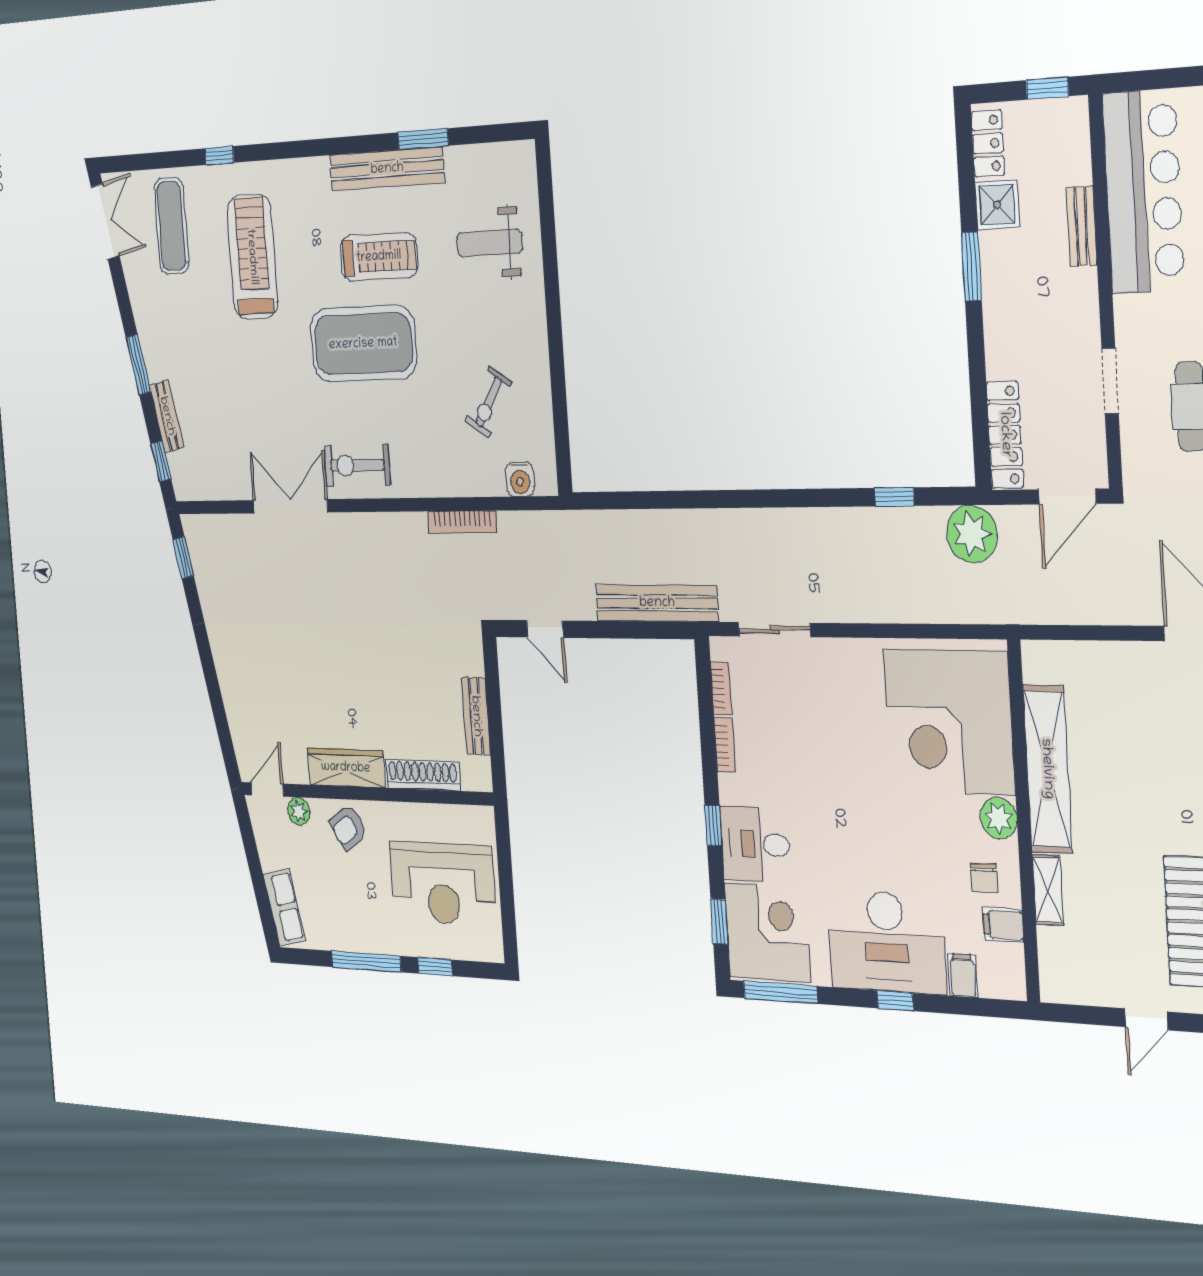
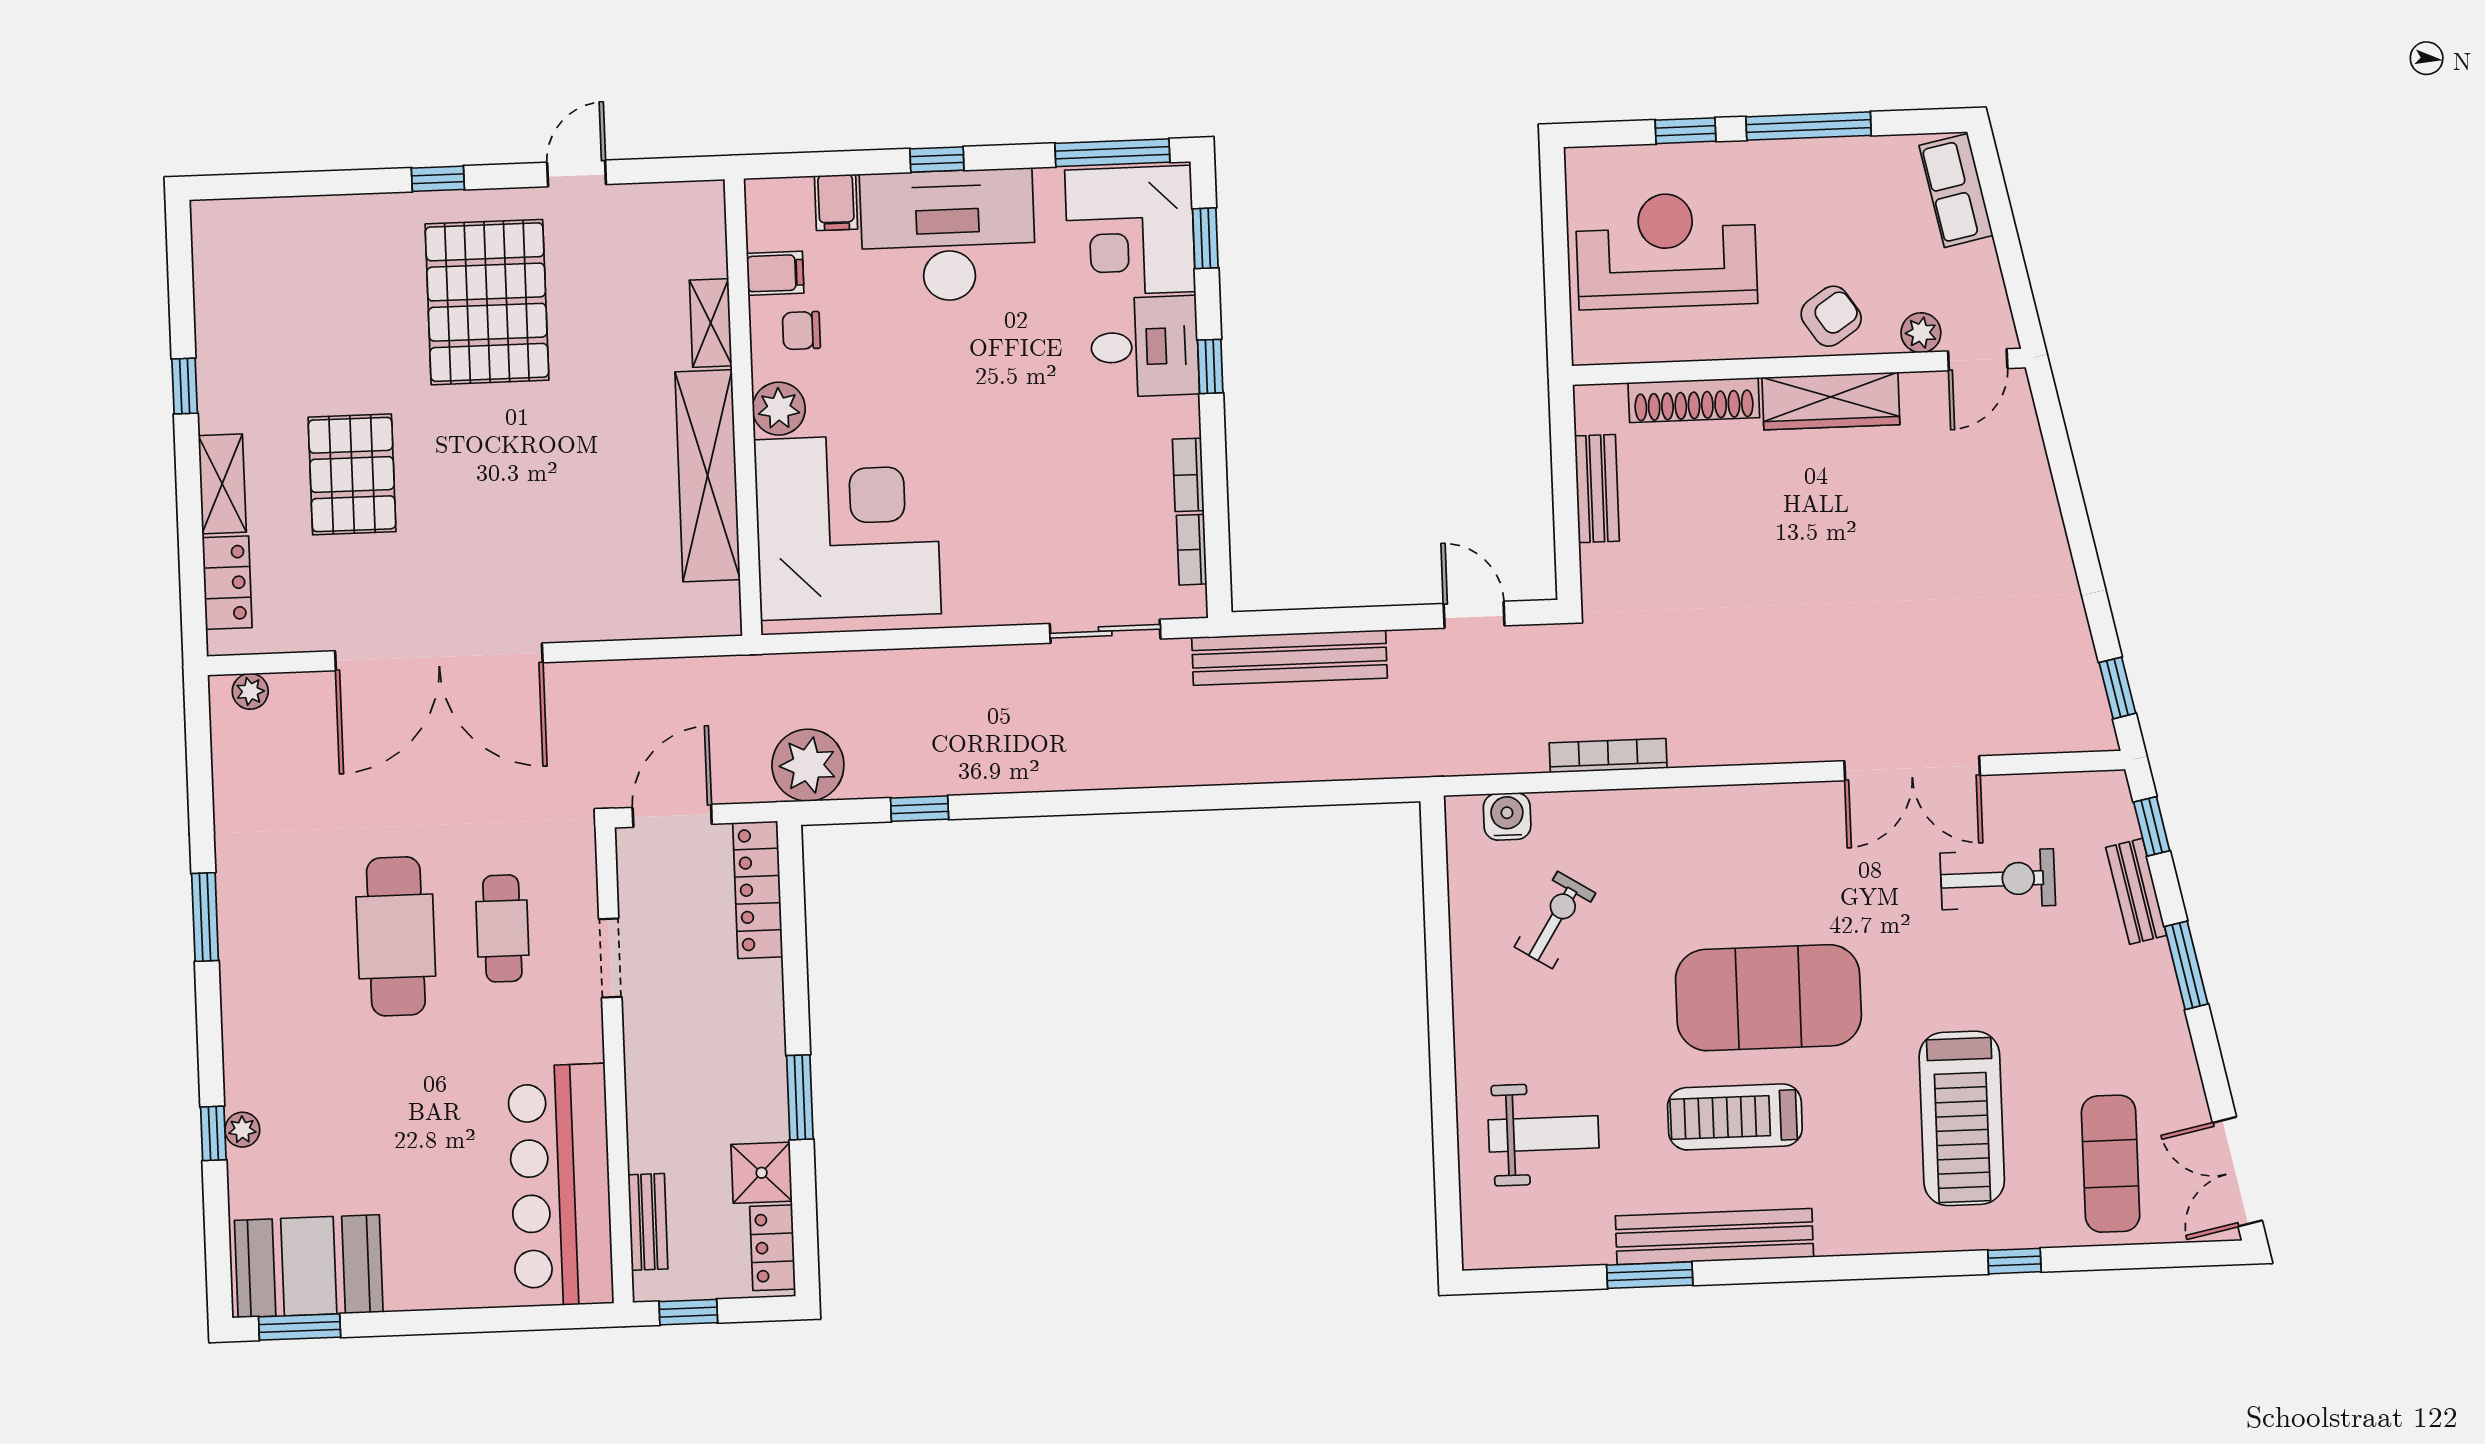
bench: (1082, 226) -> (648, 1222), moved
exercise bike: (357, 465) -> (1998, 879), moved
chair: (984, 878) -> (801, 330), turned -90

